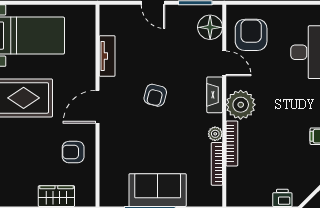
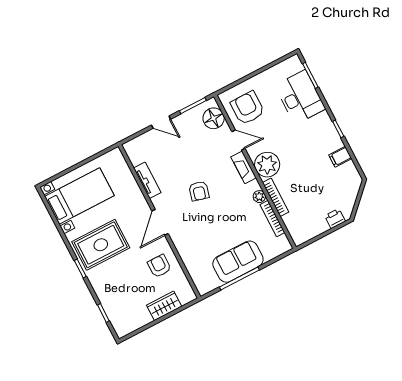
armchair: (73, 152) -> (159, 266), turned 90

